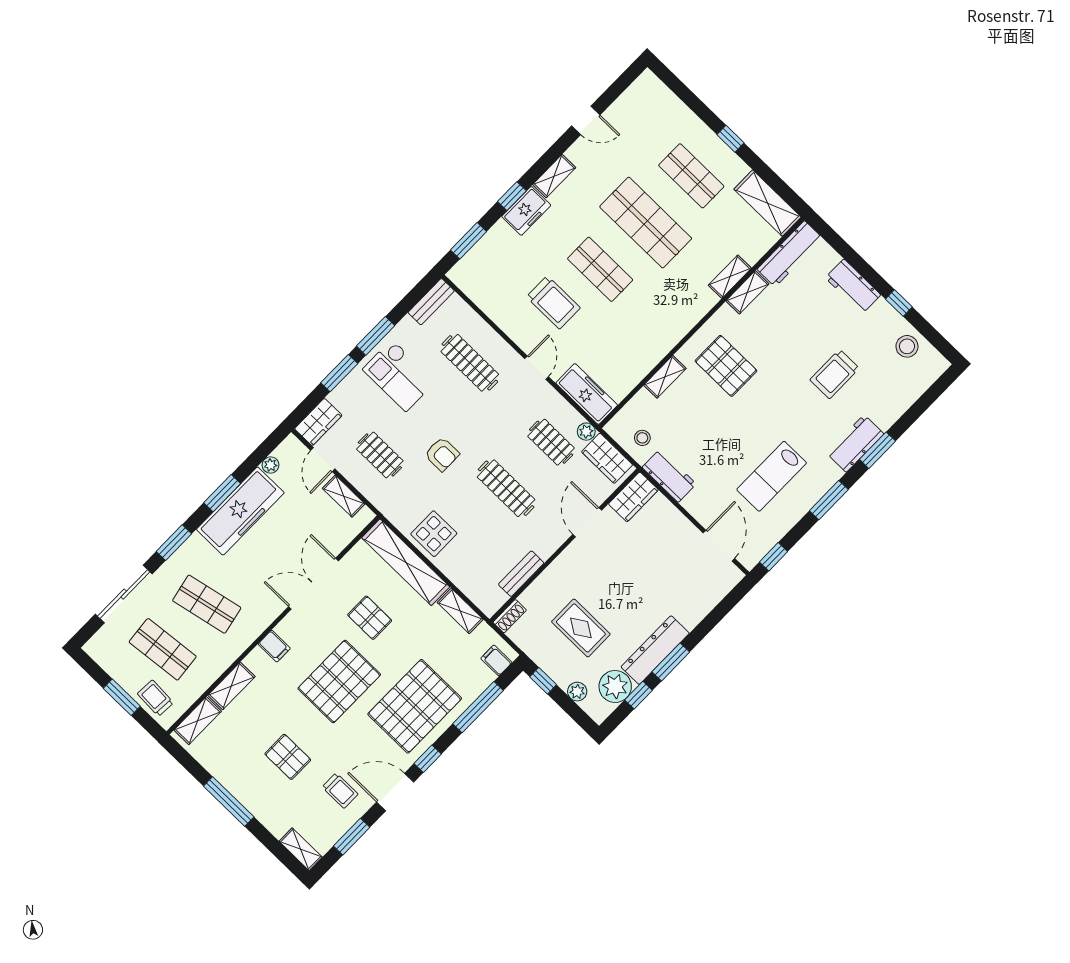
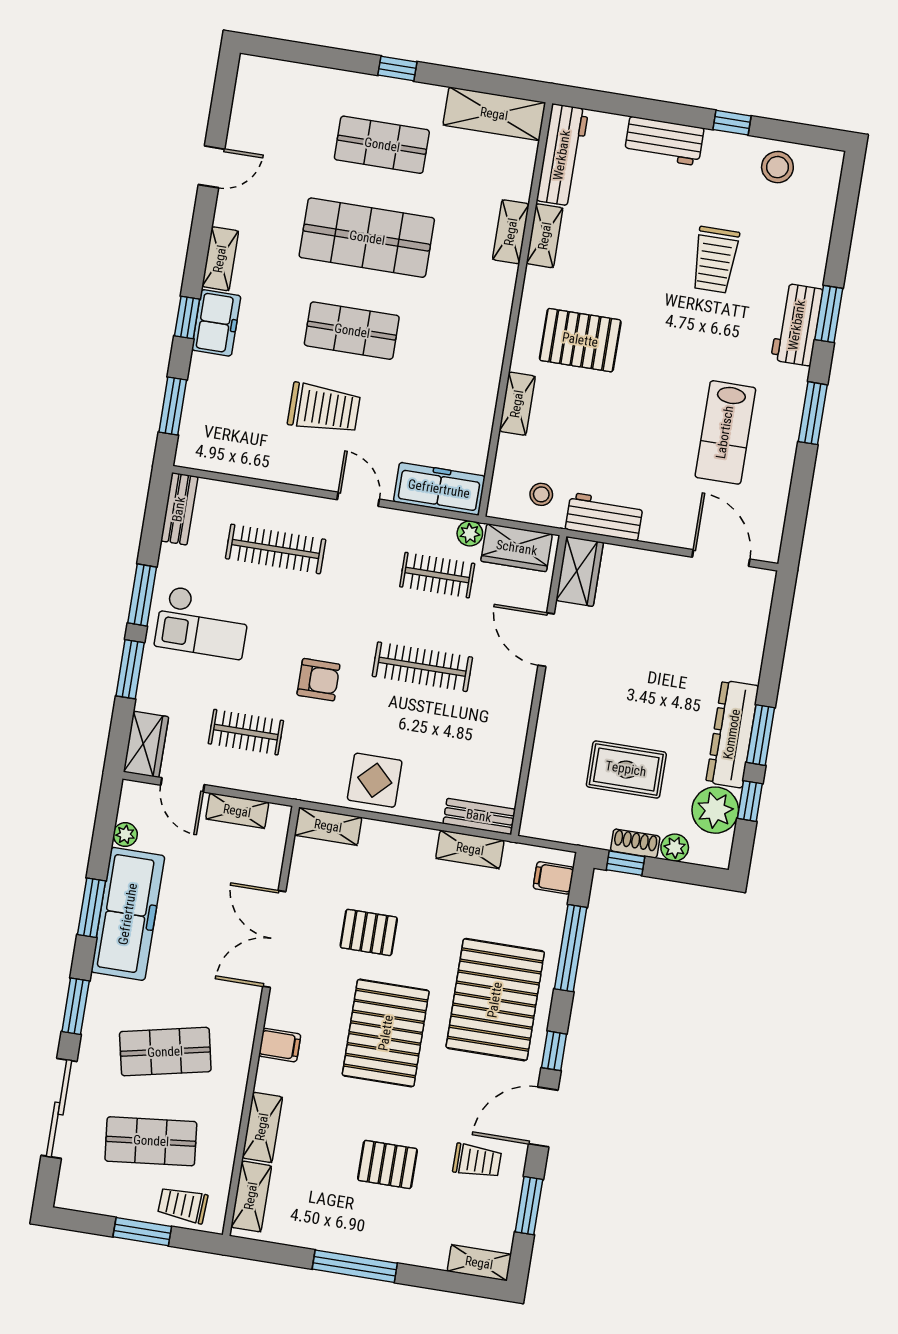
window: (774, 557) -> (794, 526), removed
shelving: (406, 562) -> (328, 826), width x0.45, depth x0.75
bench: (521, 574) -> (479, 816), moved, turned 90
shoe rack: (510, 616) -> (635, 843), moved, turned -90

